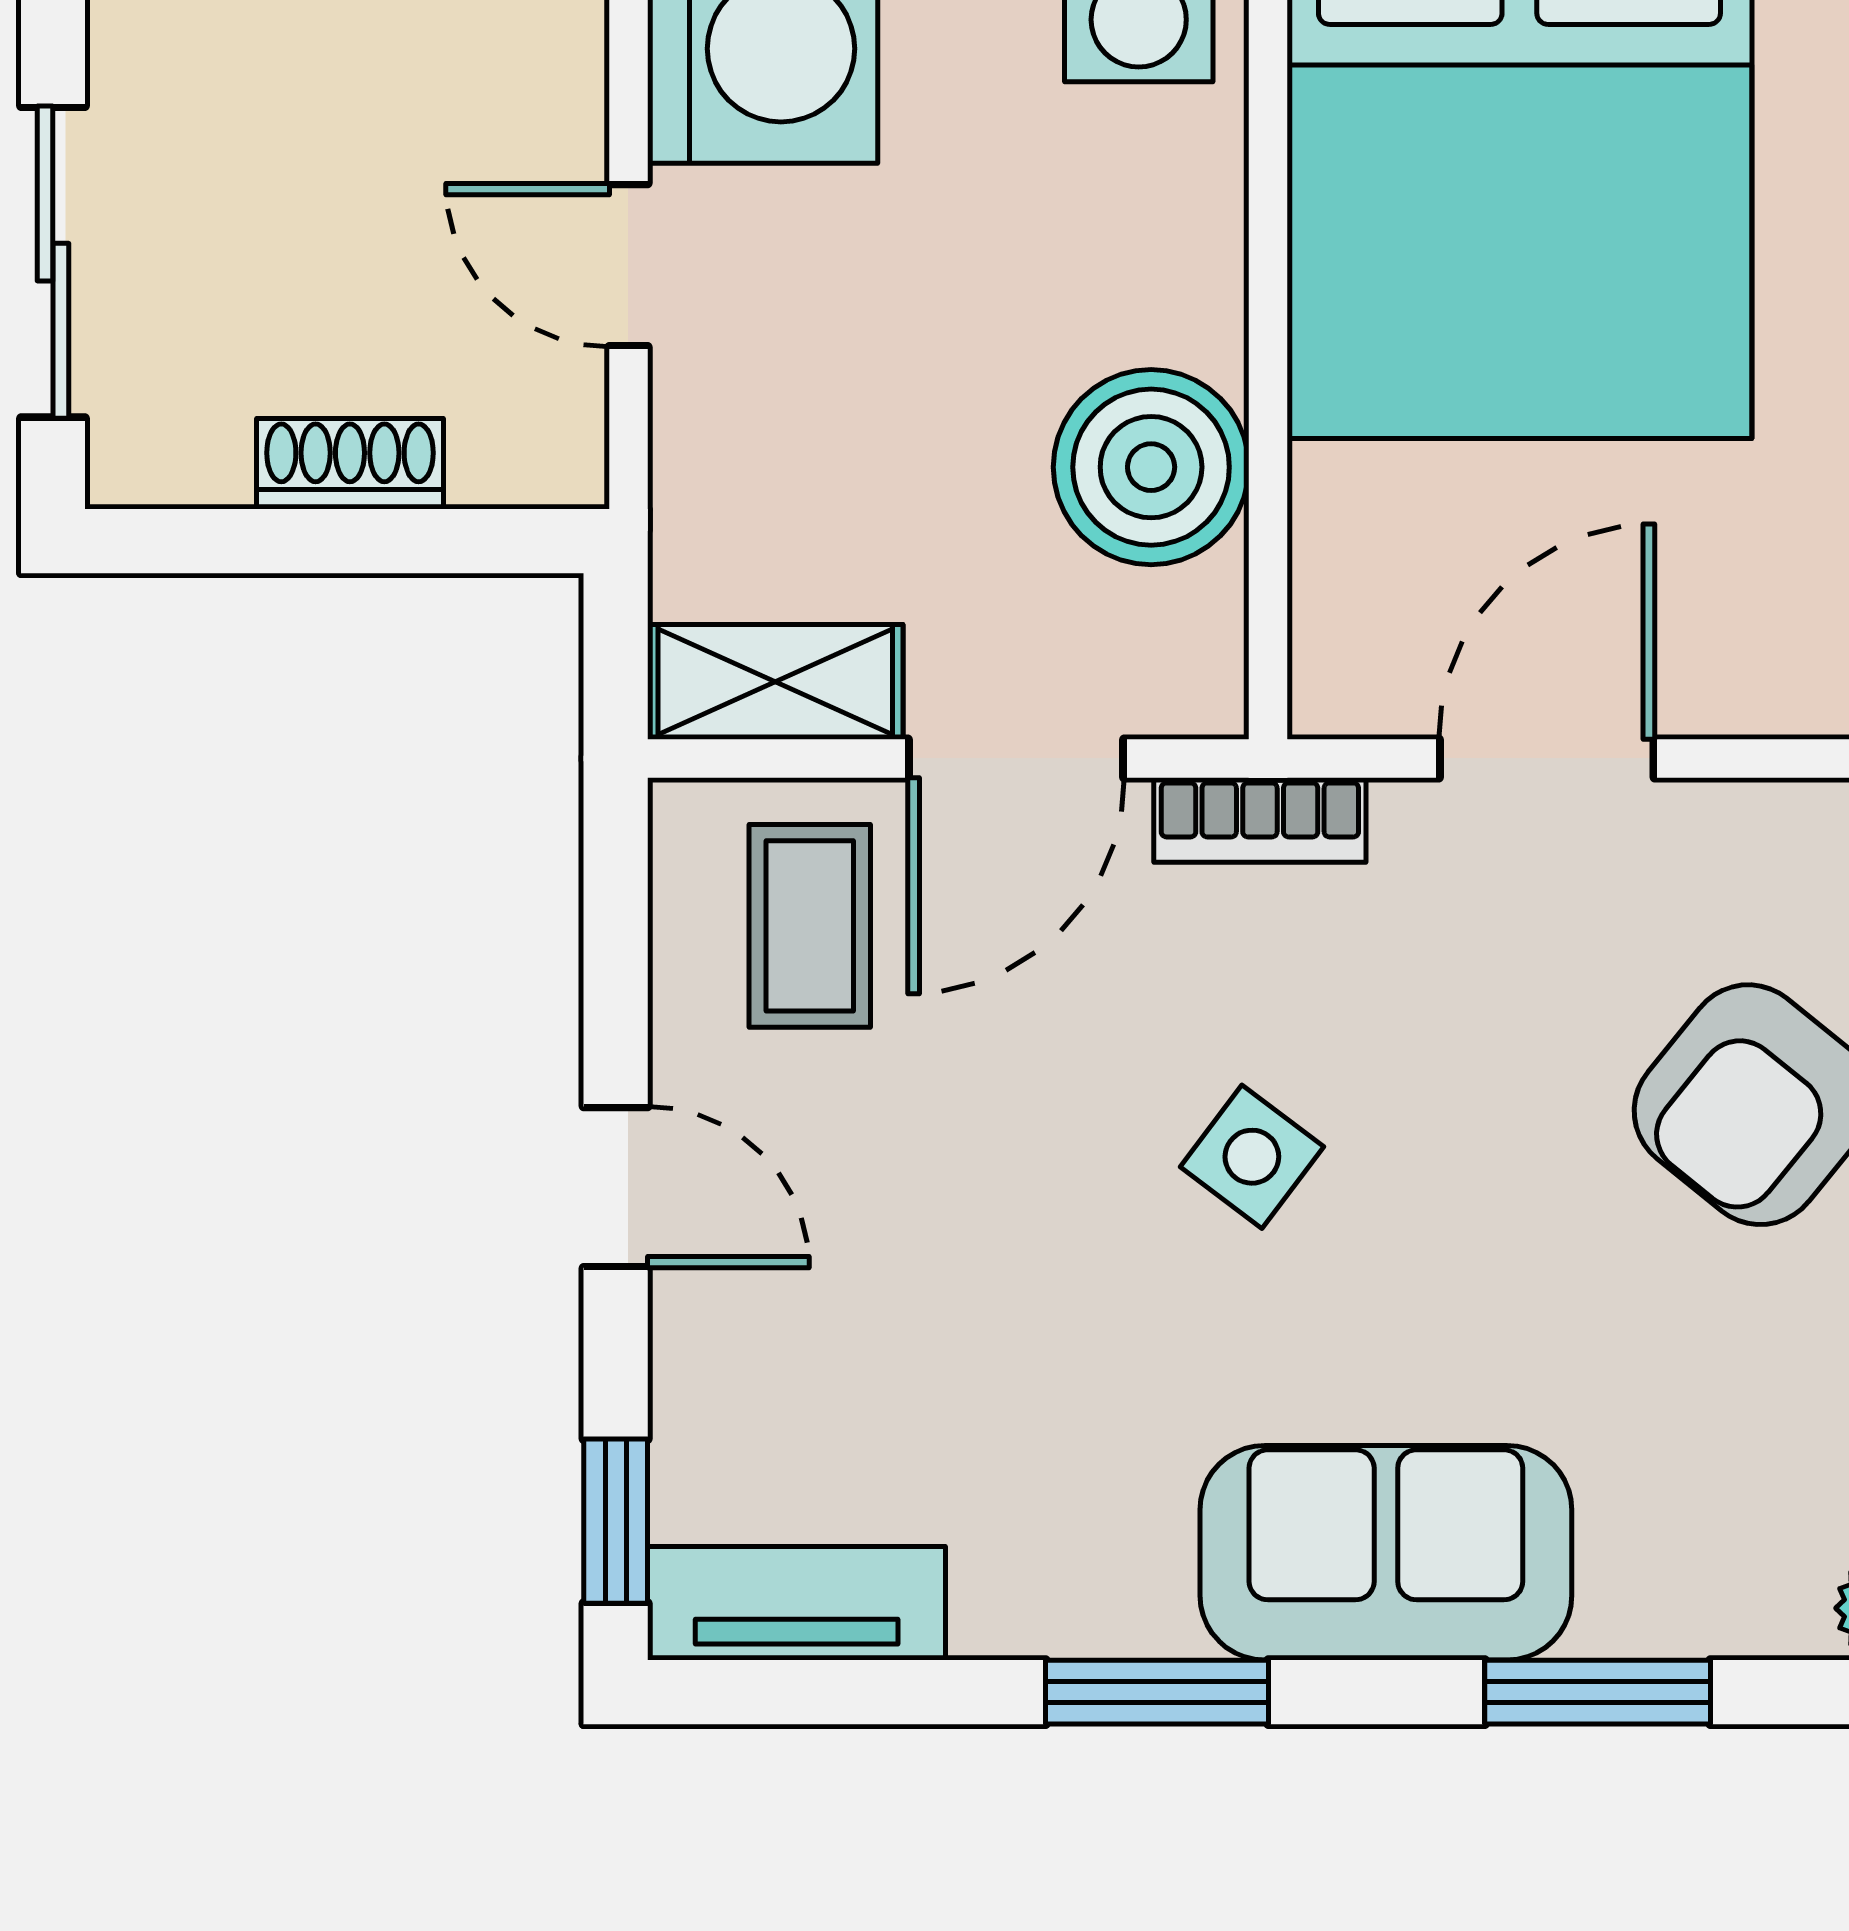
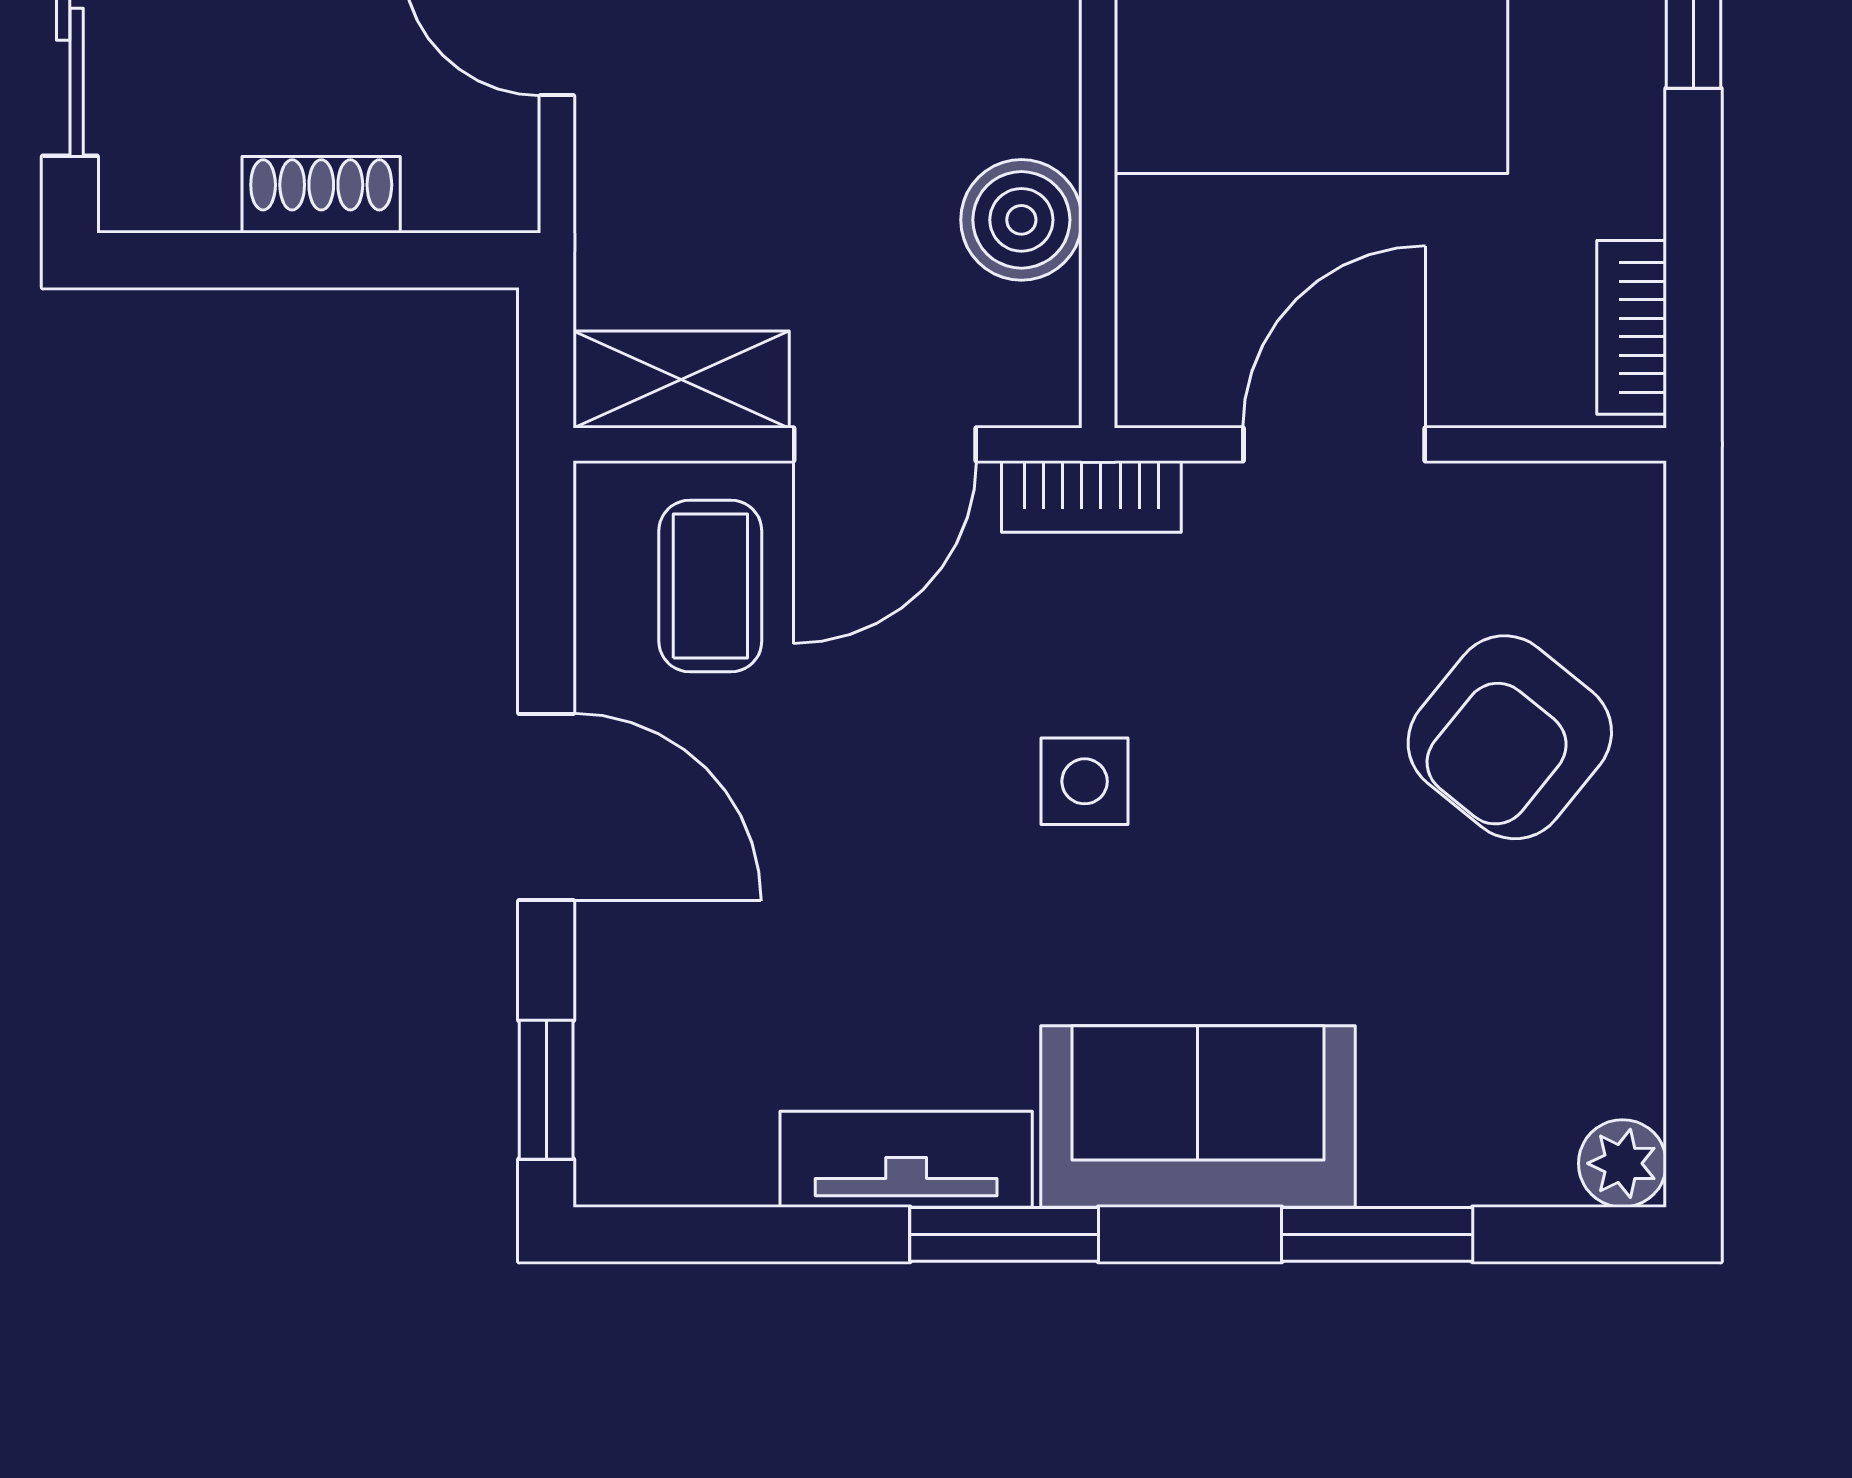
boiler: (1151, 467) -> (1021, 220), width x0.73, depth x0.73
side table: (1252, 1157) -> (1085, 781), turned -37
door: (616, 1187) -> (546, 807), width x1.38
tv unit: (797, 1603) -> (906, 1159), moved

